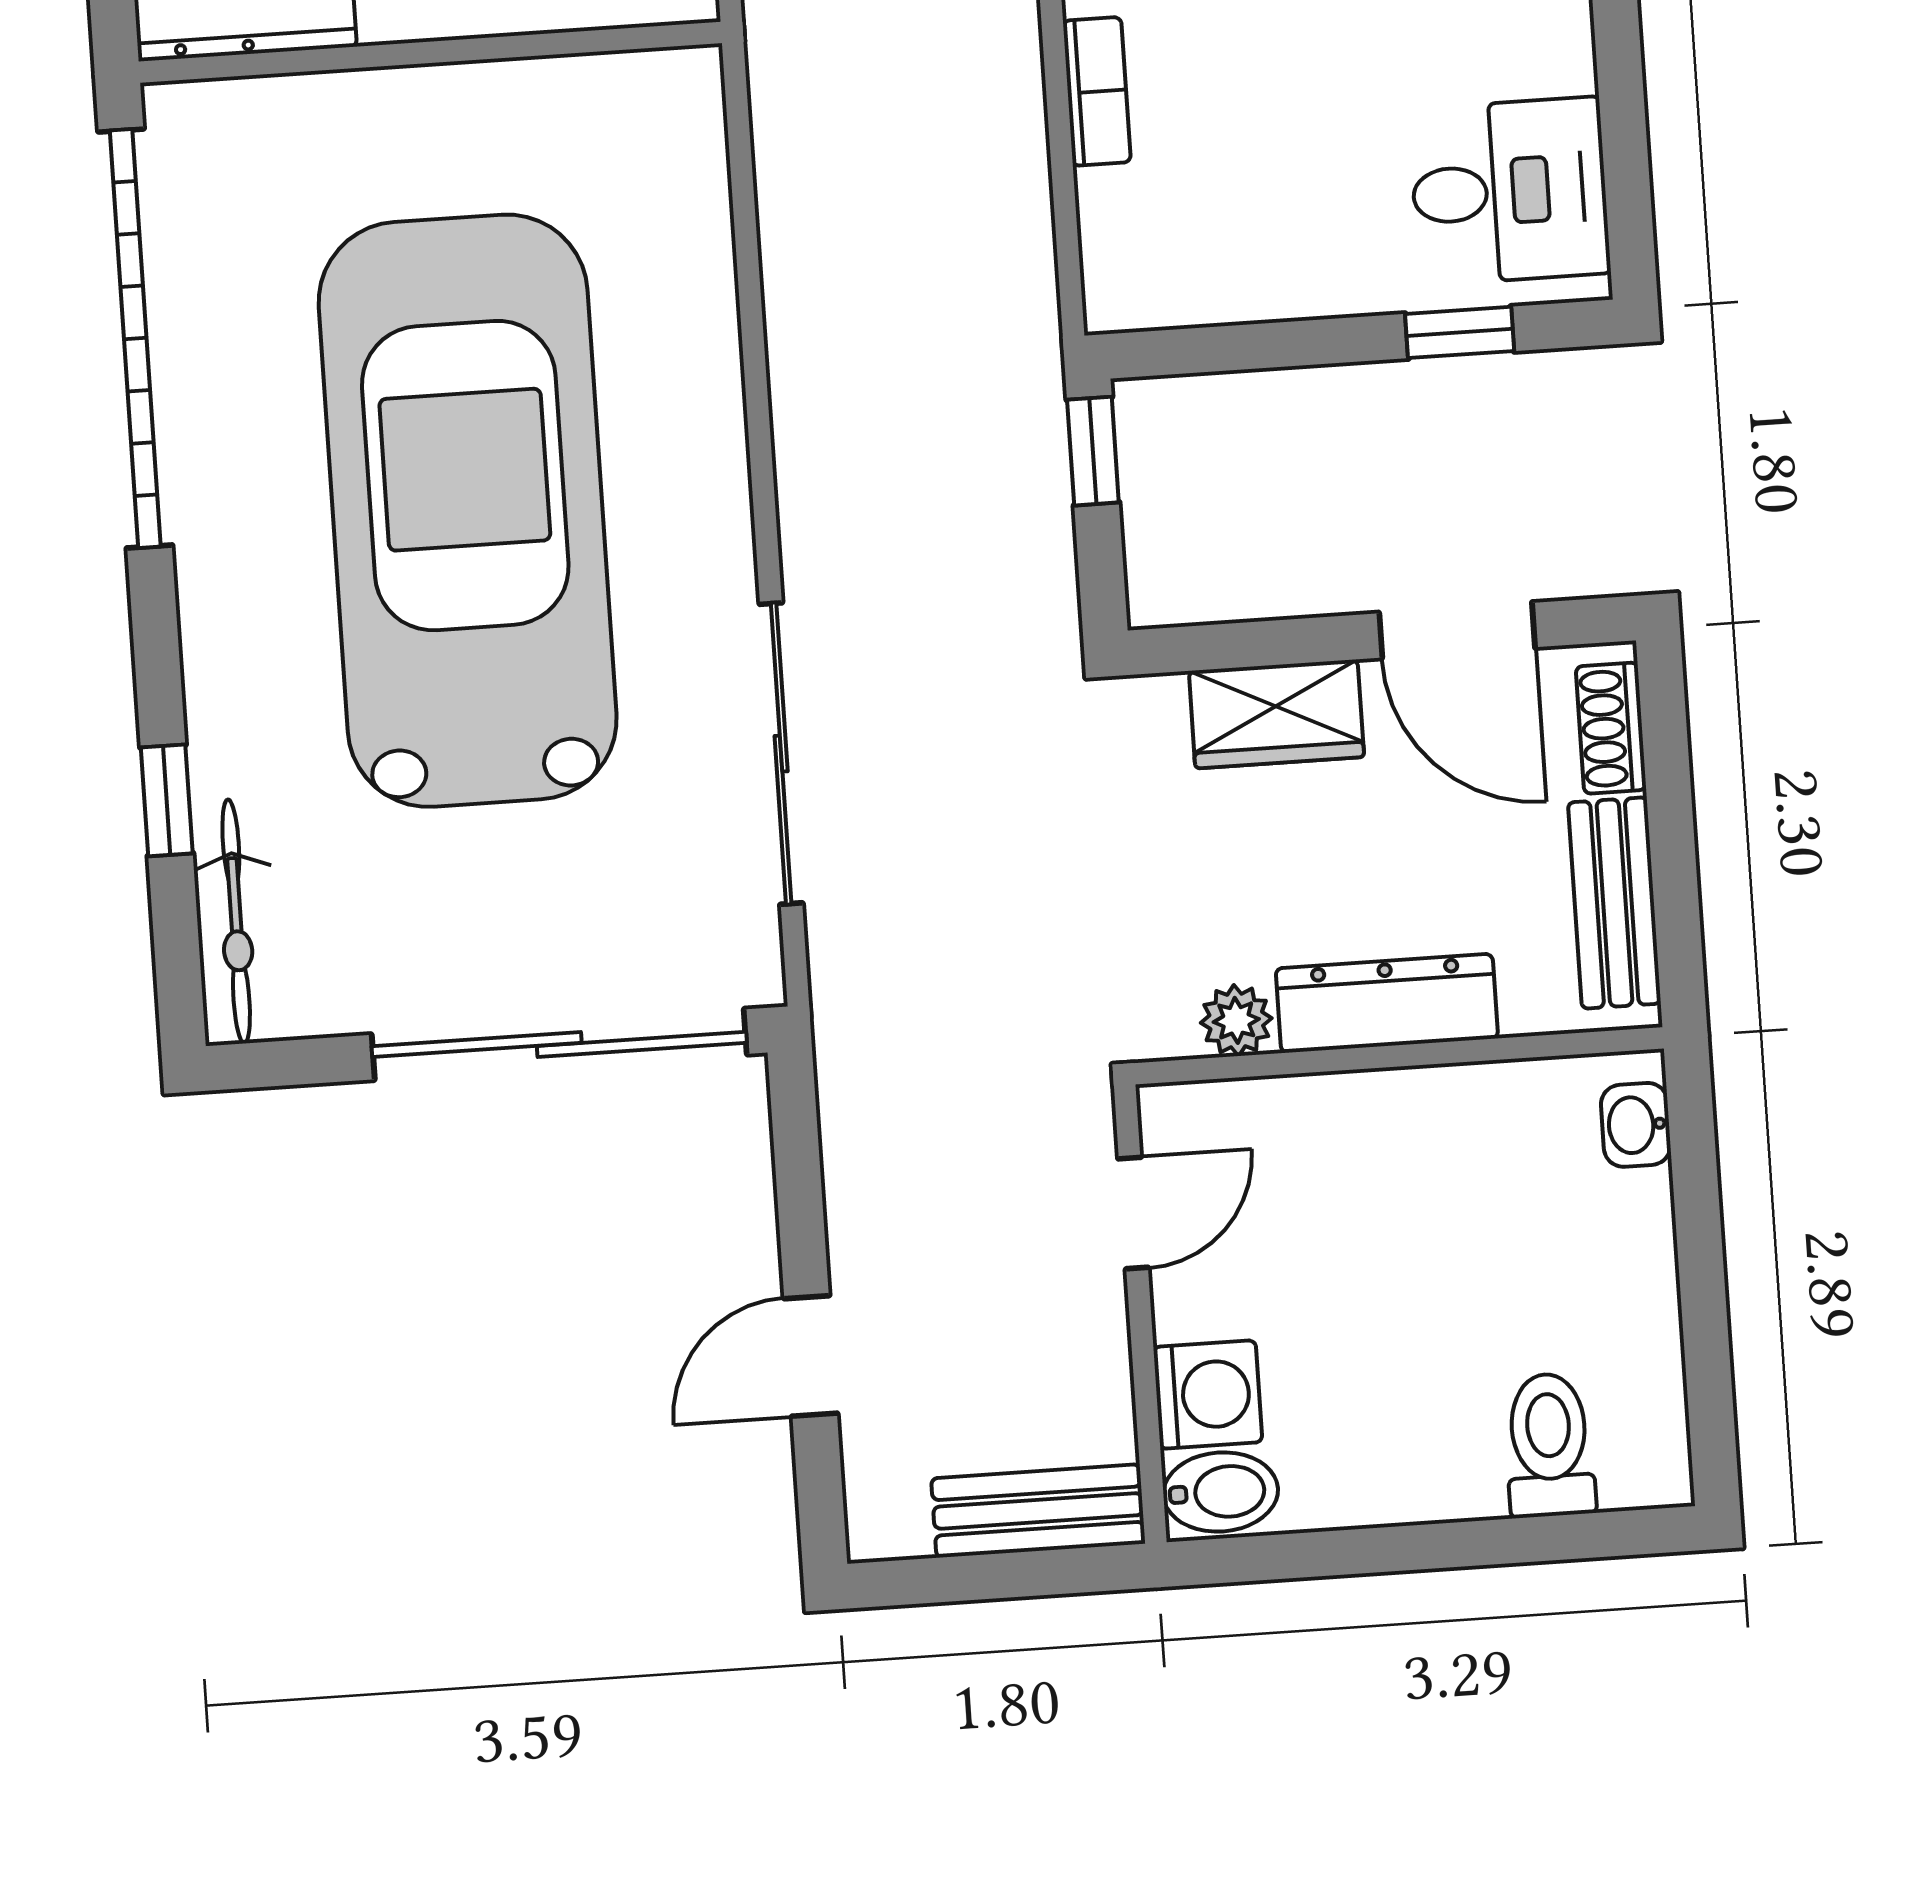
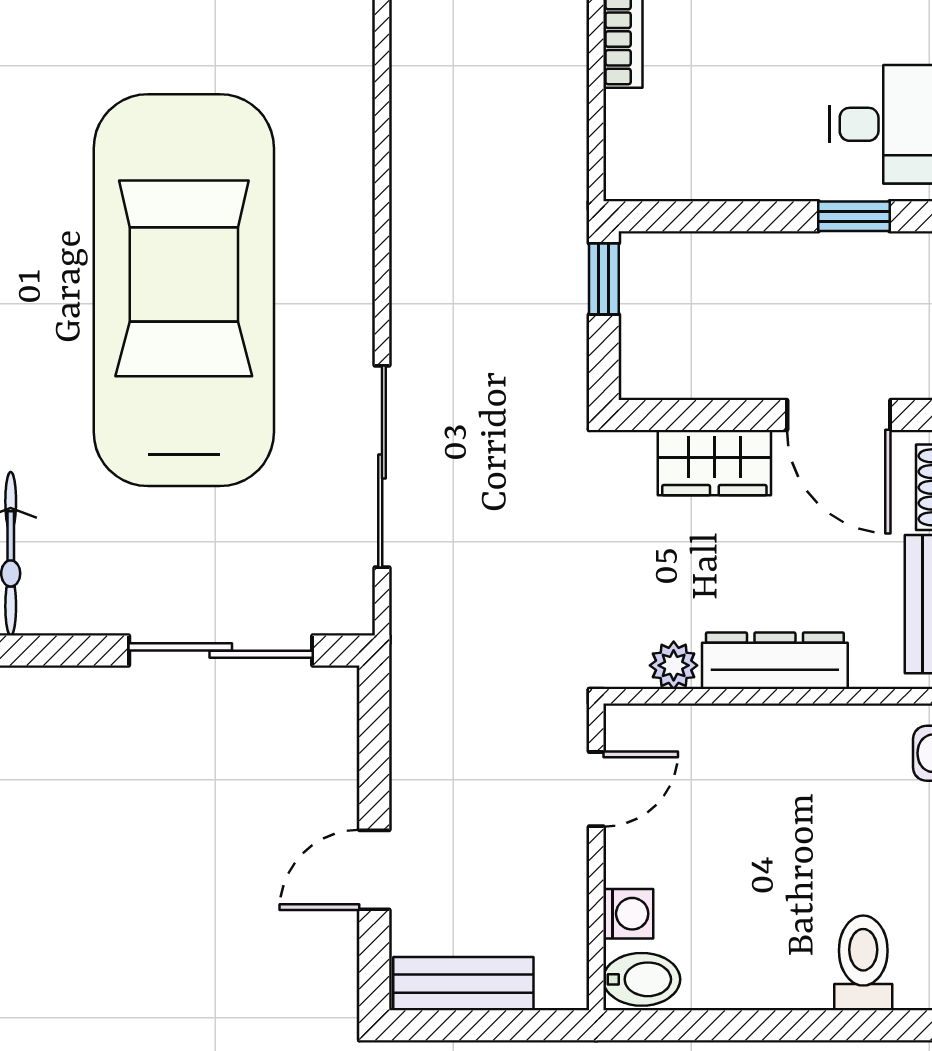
sliding door: (559, 1044) -> (221, 651), width x0.73
washing machine: (1208, 1395) -> (628, 914), width x0.73, depth x0.73
bench: (1038, 1511) -> (463, 984), moved

